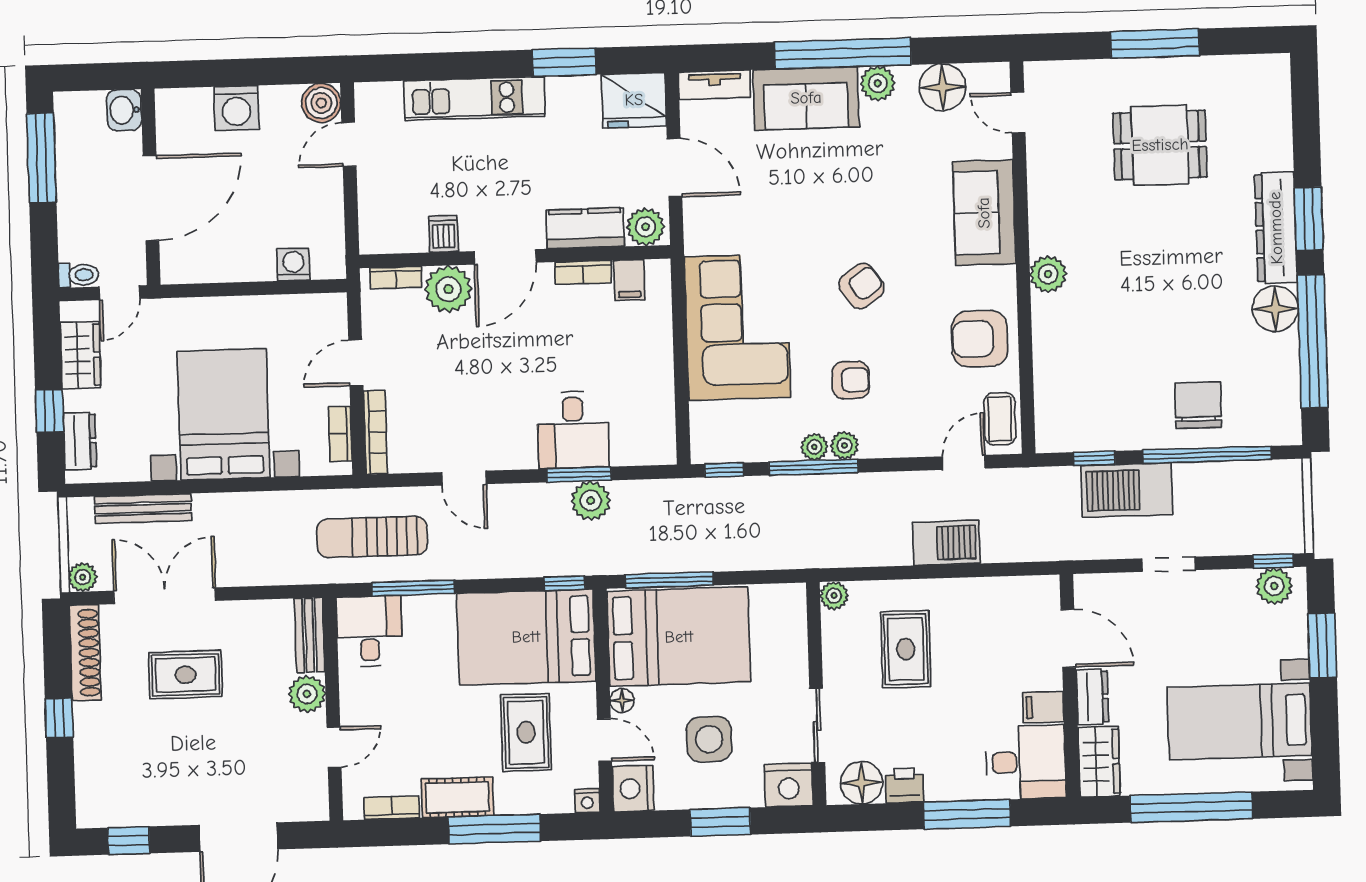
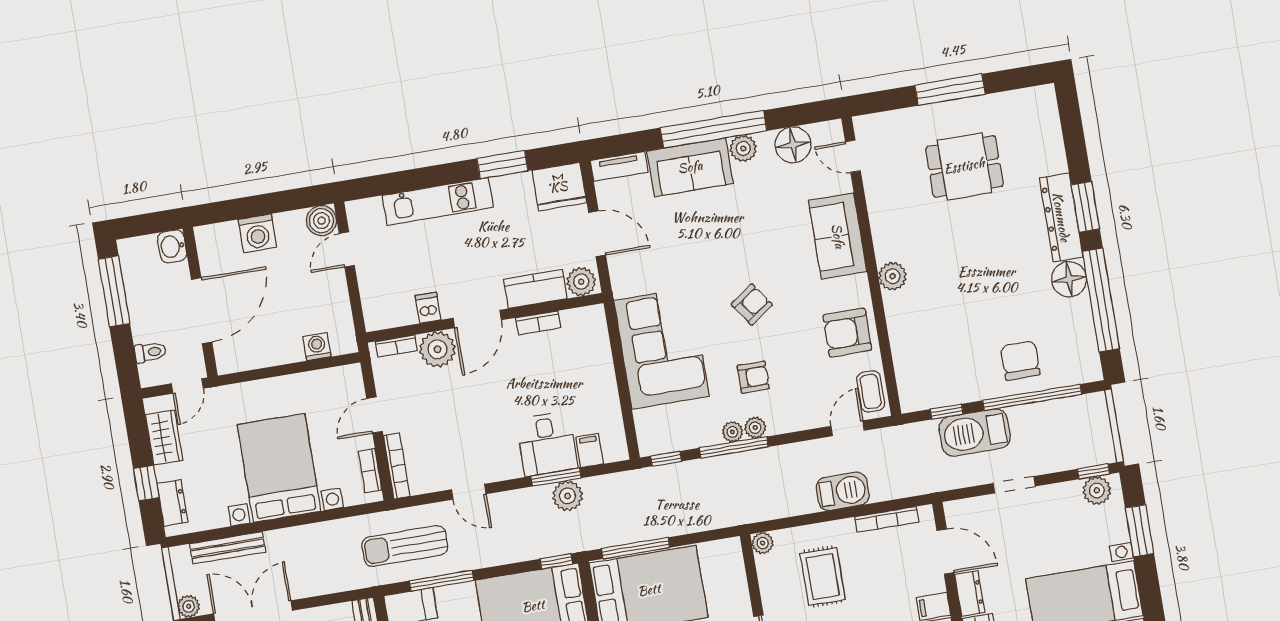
toilet: (79, 275) -> (150, 352), moved
filing cabinet: (629, 280) -> (590, 450), moved, turned 180
bookcase: (998, 587) -> (887, 519), added

